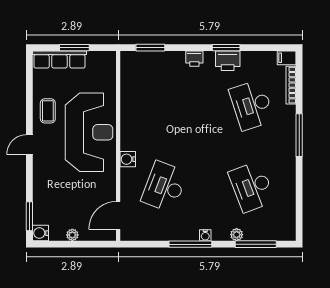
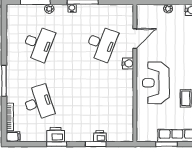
window: (150, 48) -> (96, 144), moved
printer: (194, 59) -> (100, 136), moved
reception desk: (89, 132) -> (156, 83), width x0.74, depth x0.77
desk: (252, 187) -> (38, 44), turned 42
door: (118, 215) -> (135, 38), moved

